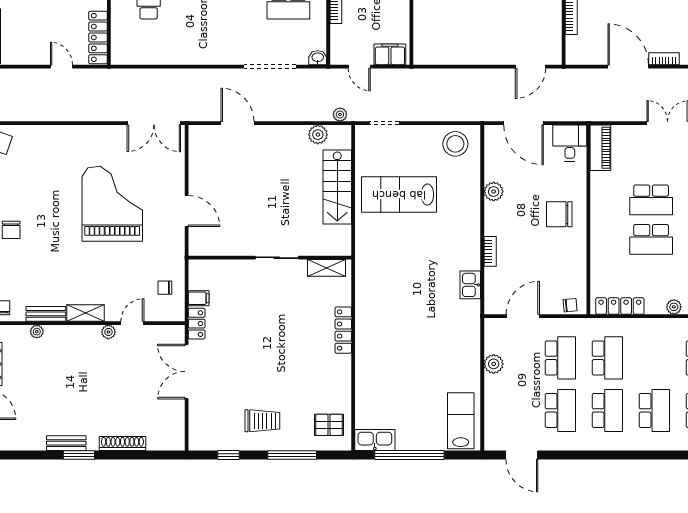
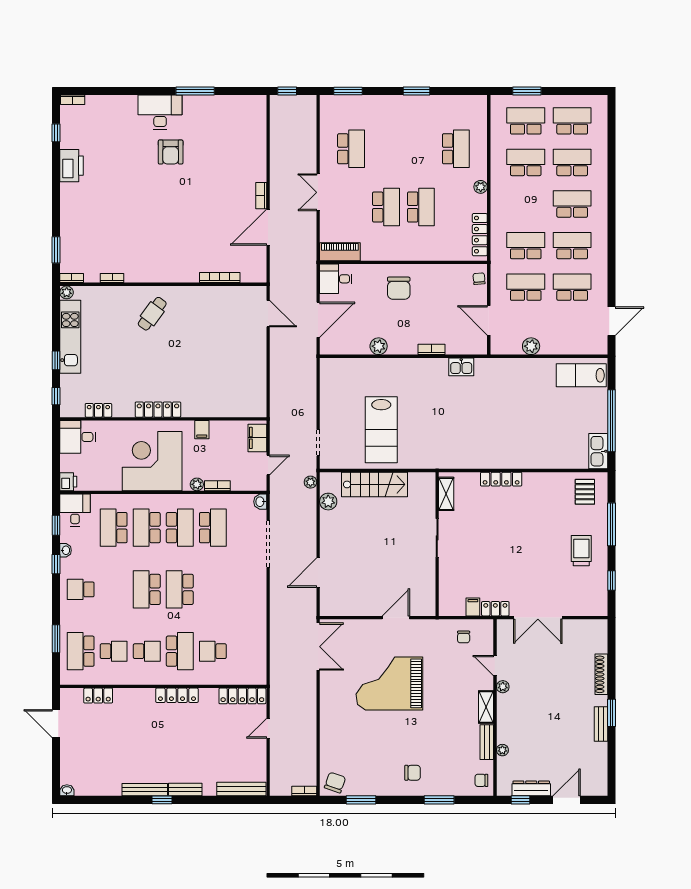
stool: (455, 144) -> (336, 380), removed

